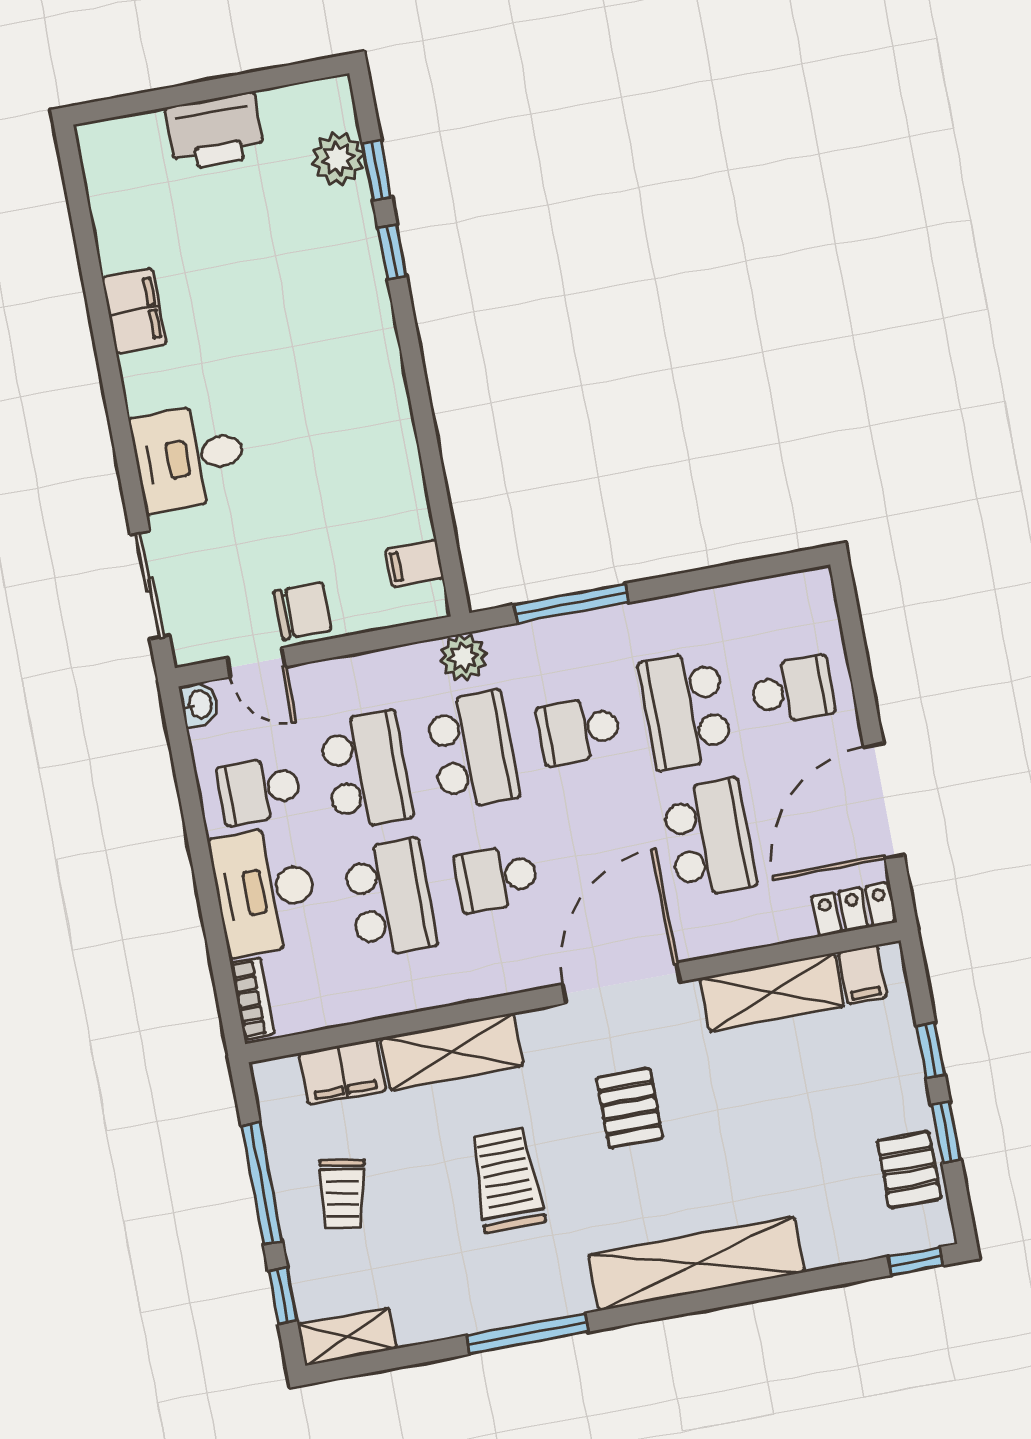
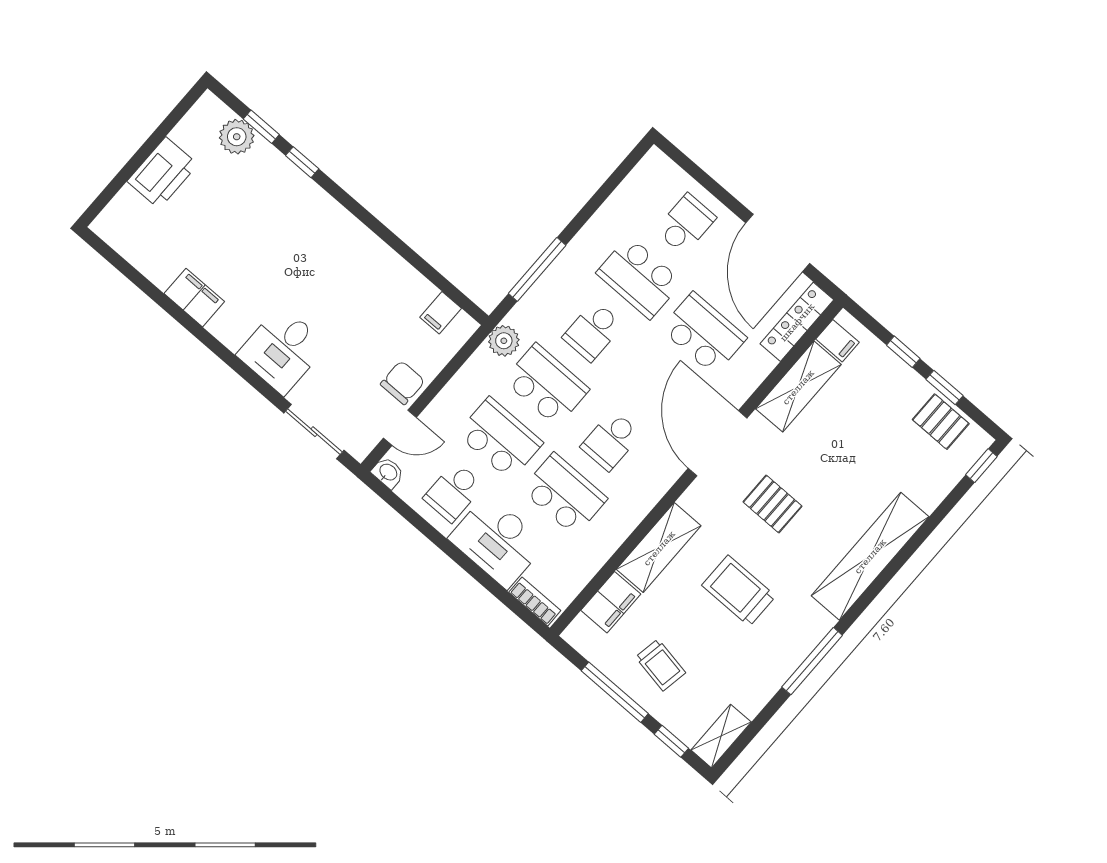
locker: (853, 909) -> (797, 322), width x1.53

